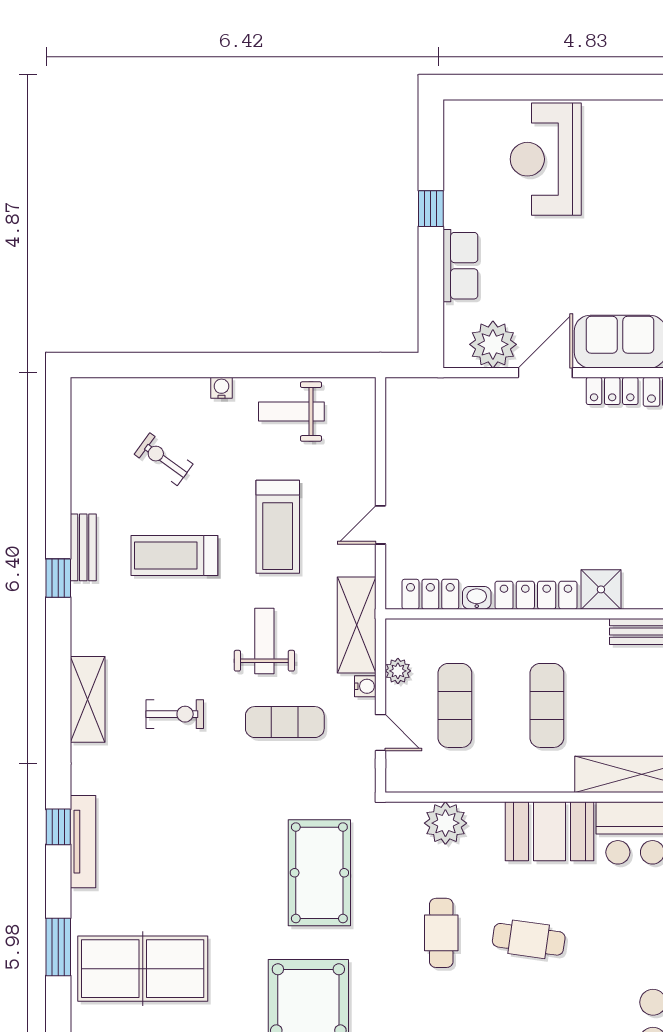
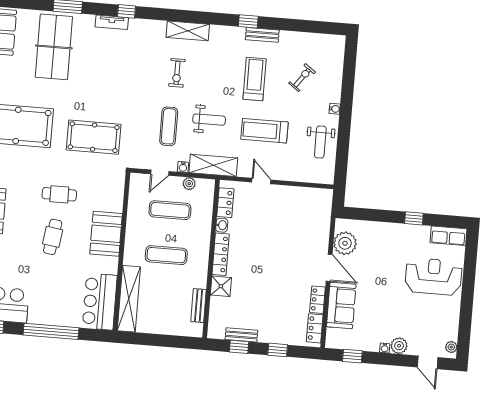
row of seats: (460, 266) -> (448, 236), moved
weight bench: (291, 412) -> (320, 142), turned 180
plant: (445, 823) -> (113, 201), removed
booth: (549, 831) -> (106, 234), moved
tv unit: (83, 842) -> (112, 22), width x0.71

